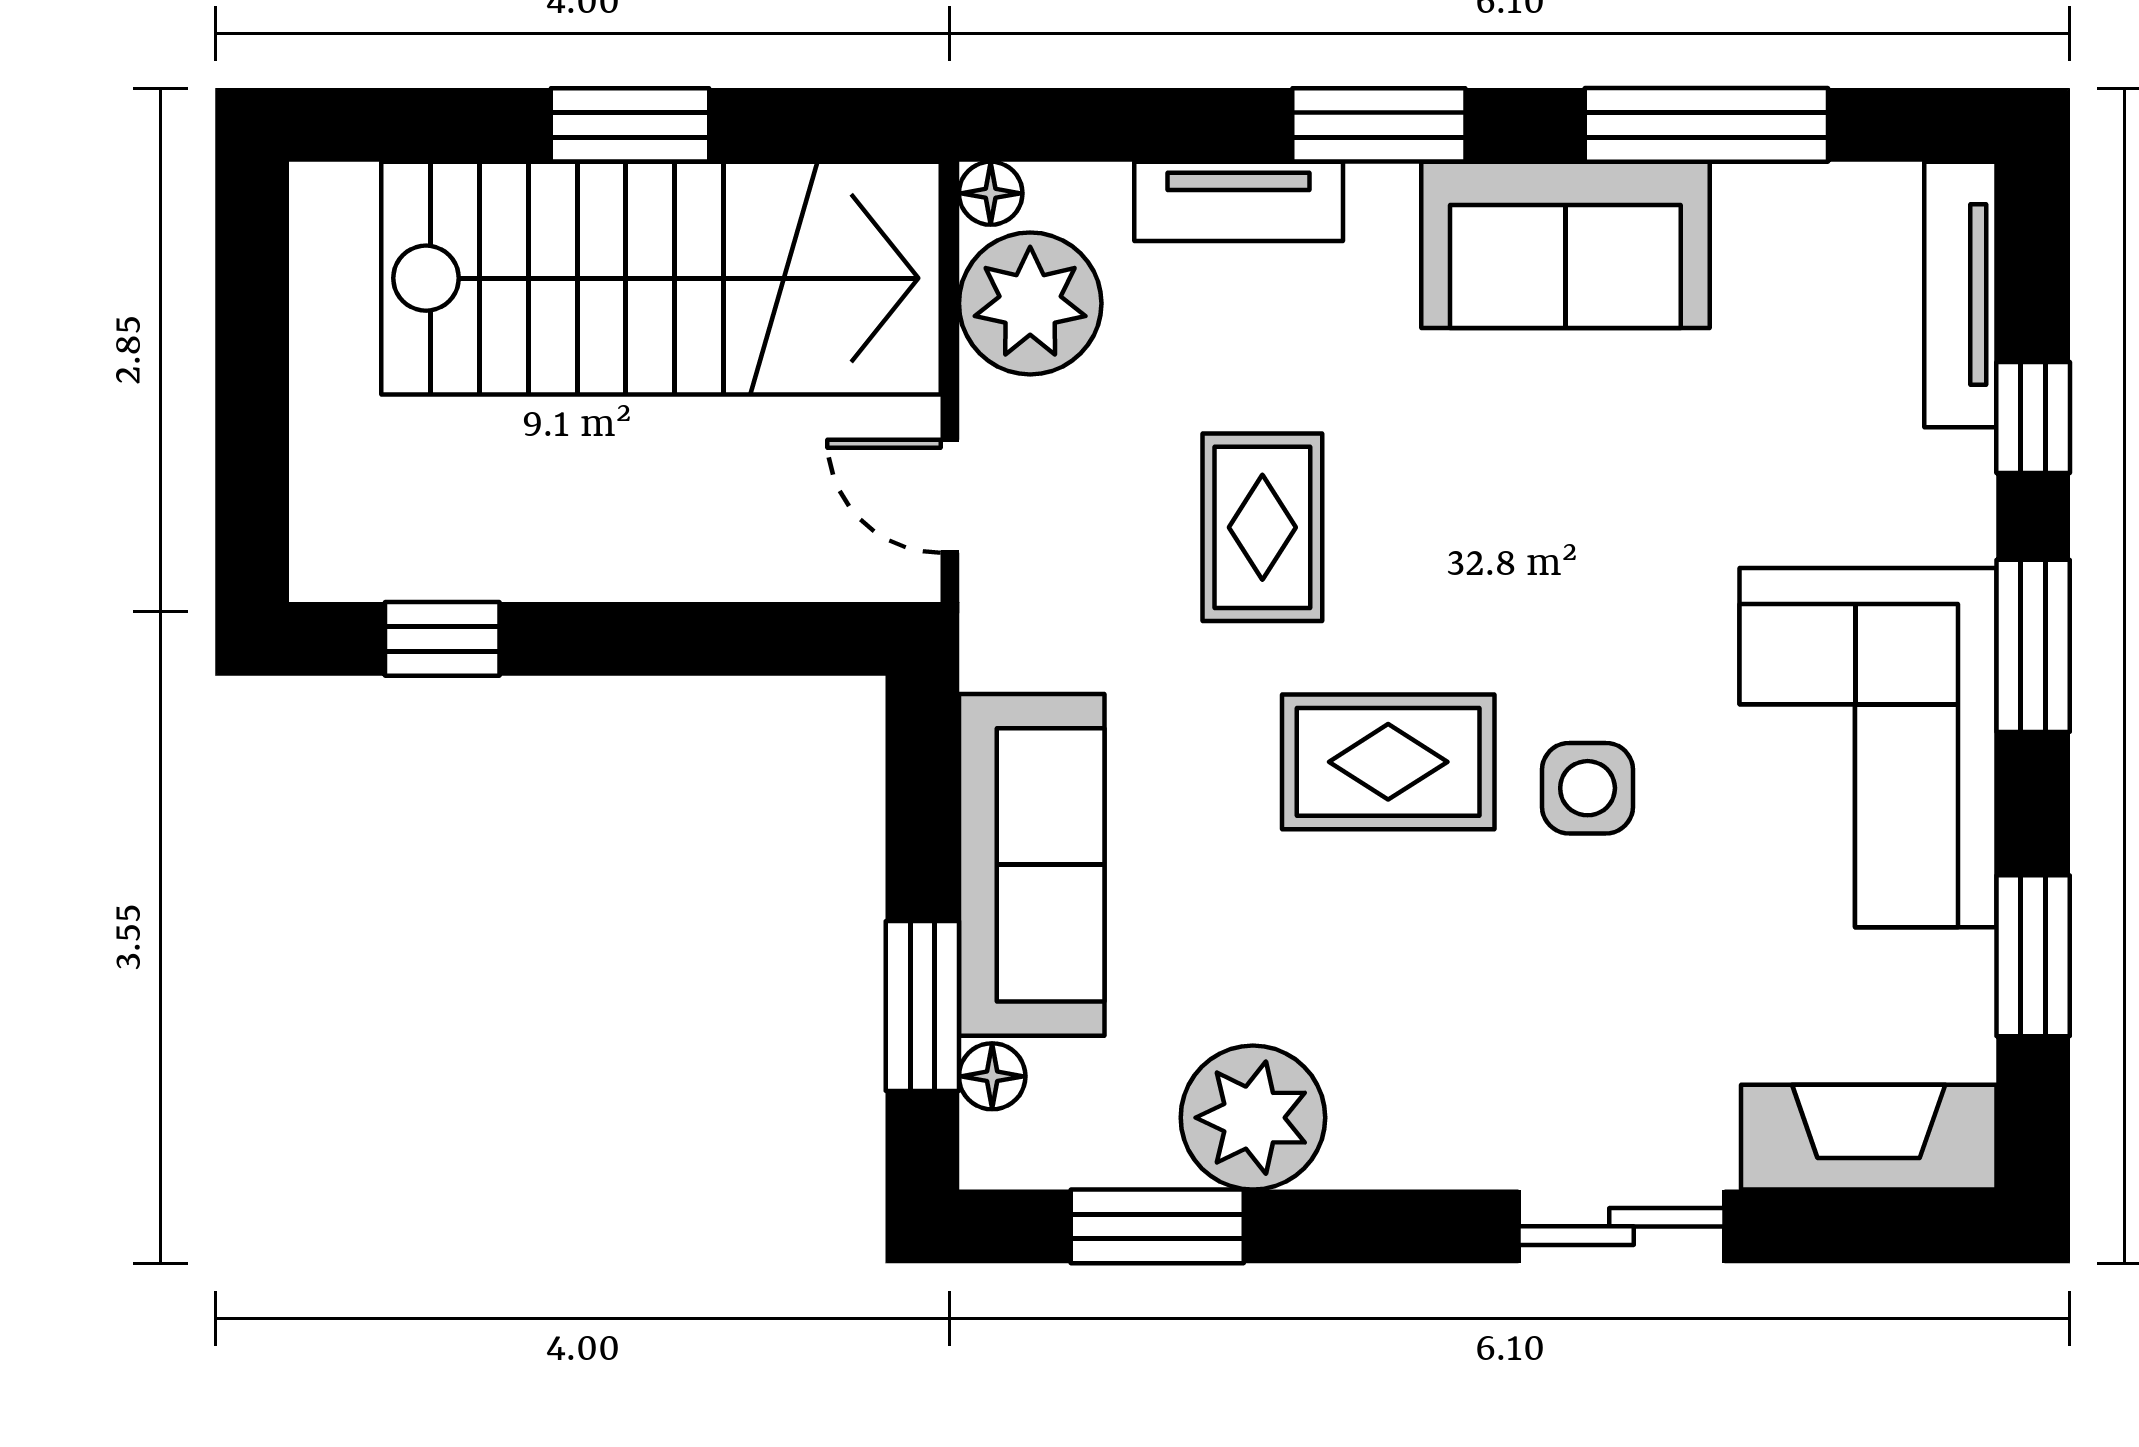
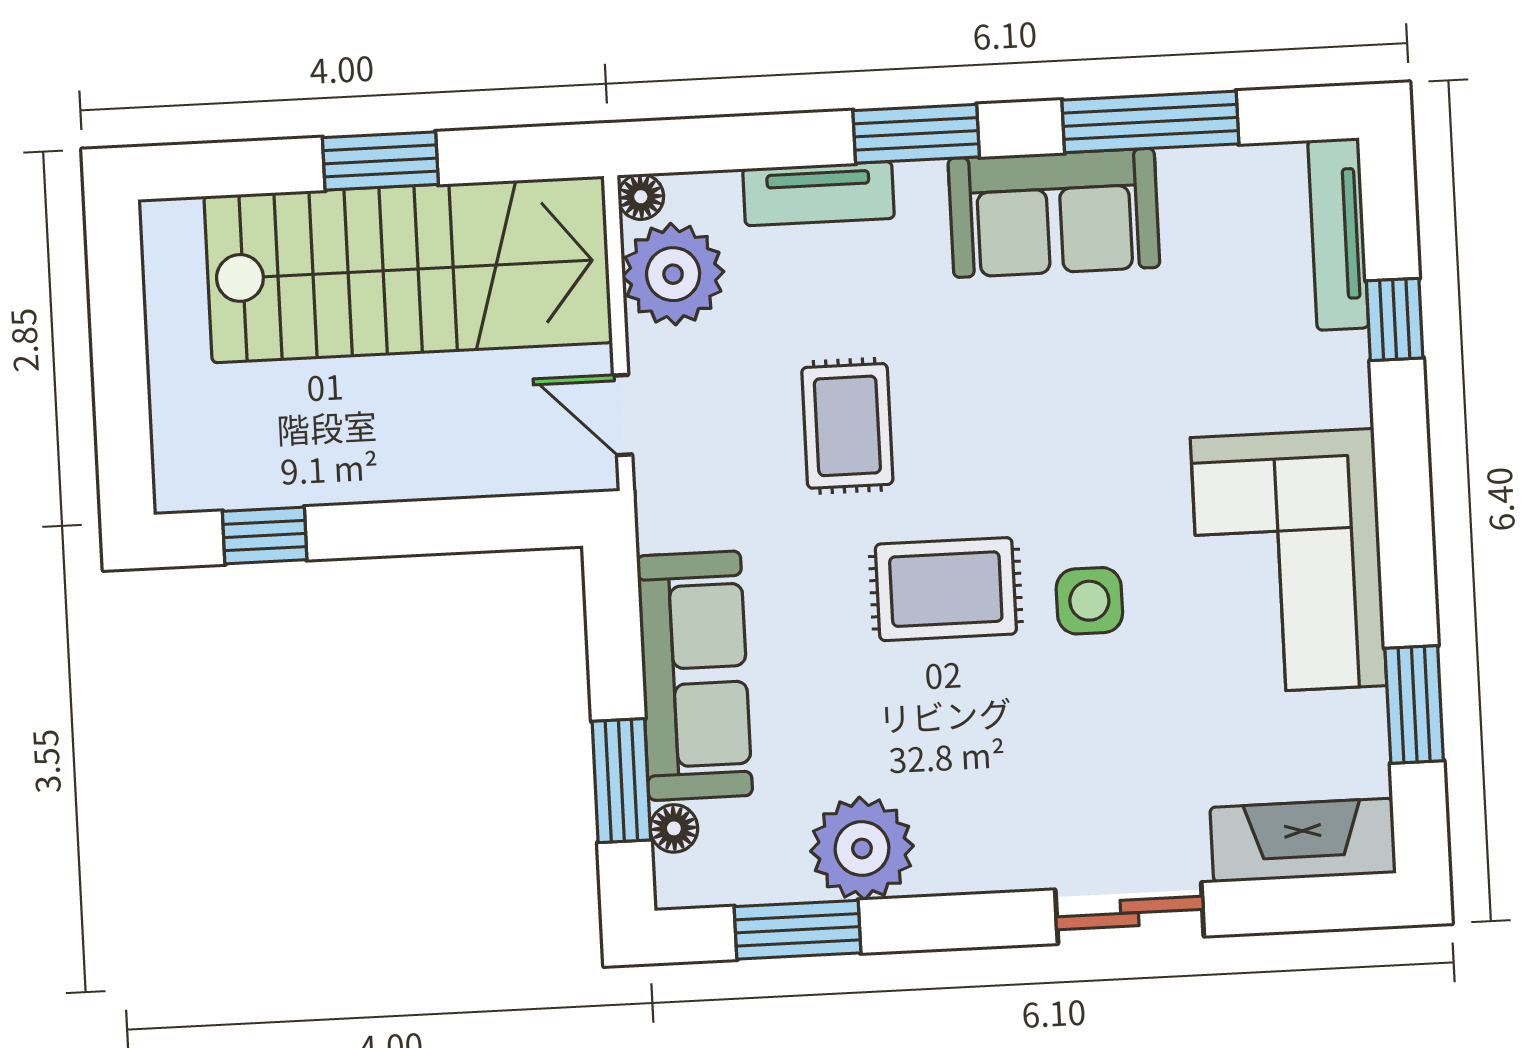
window: (2033, 646) -> (1403, 483), removed

